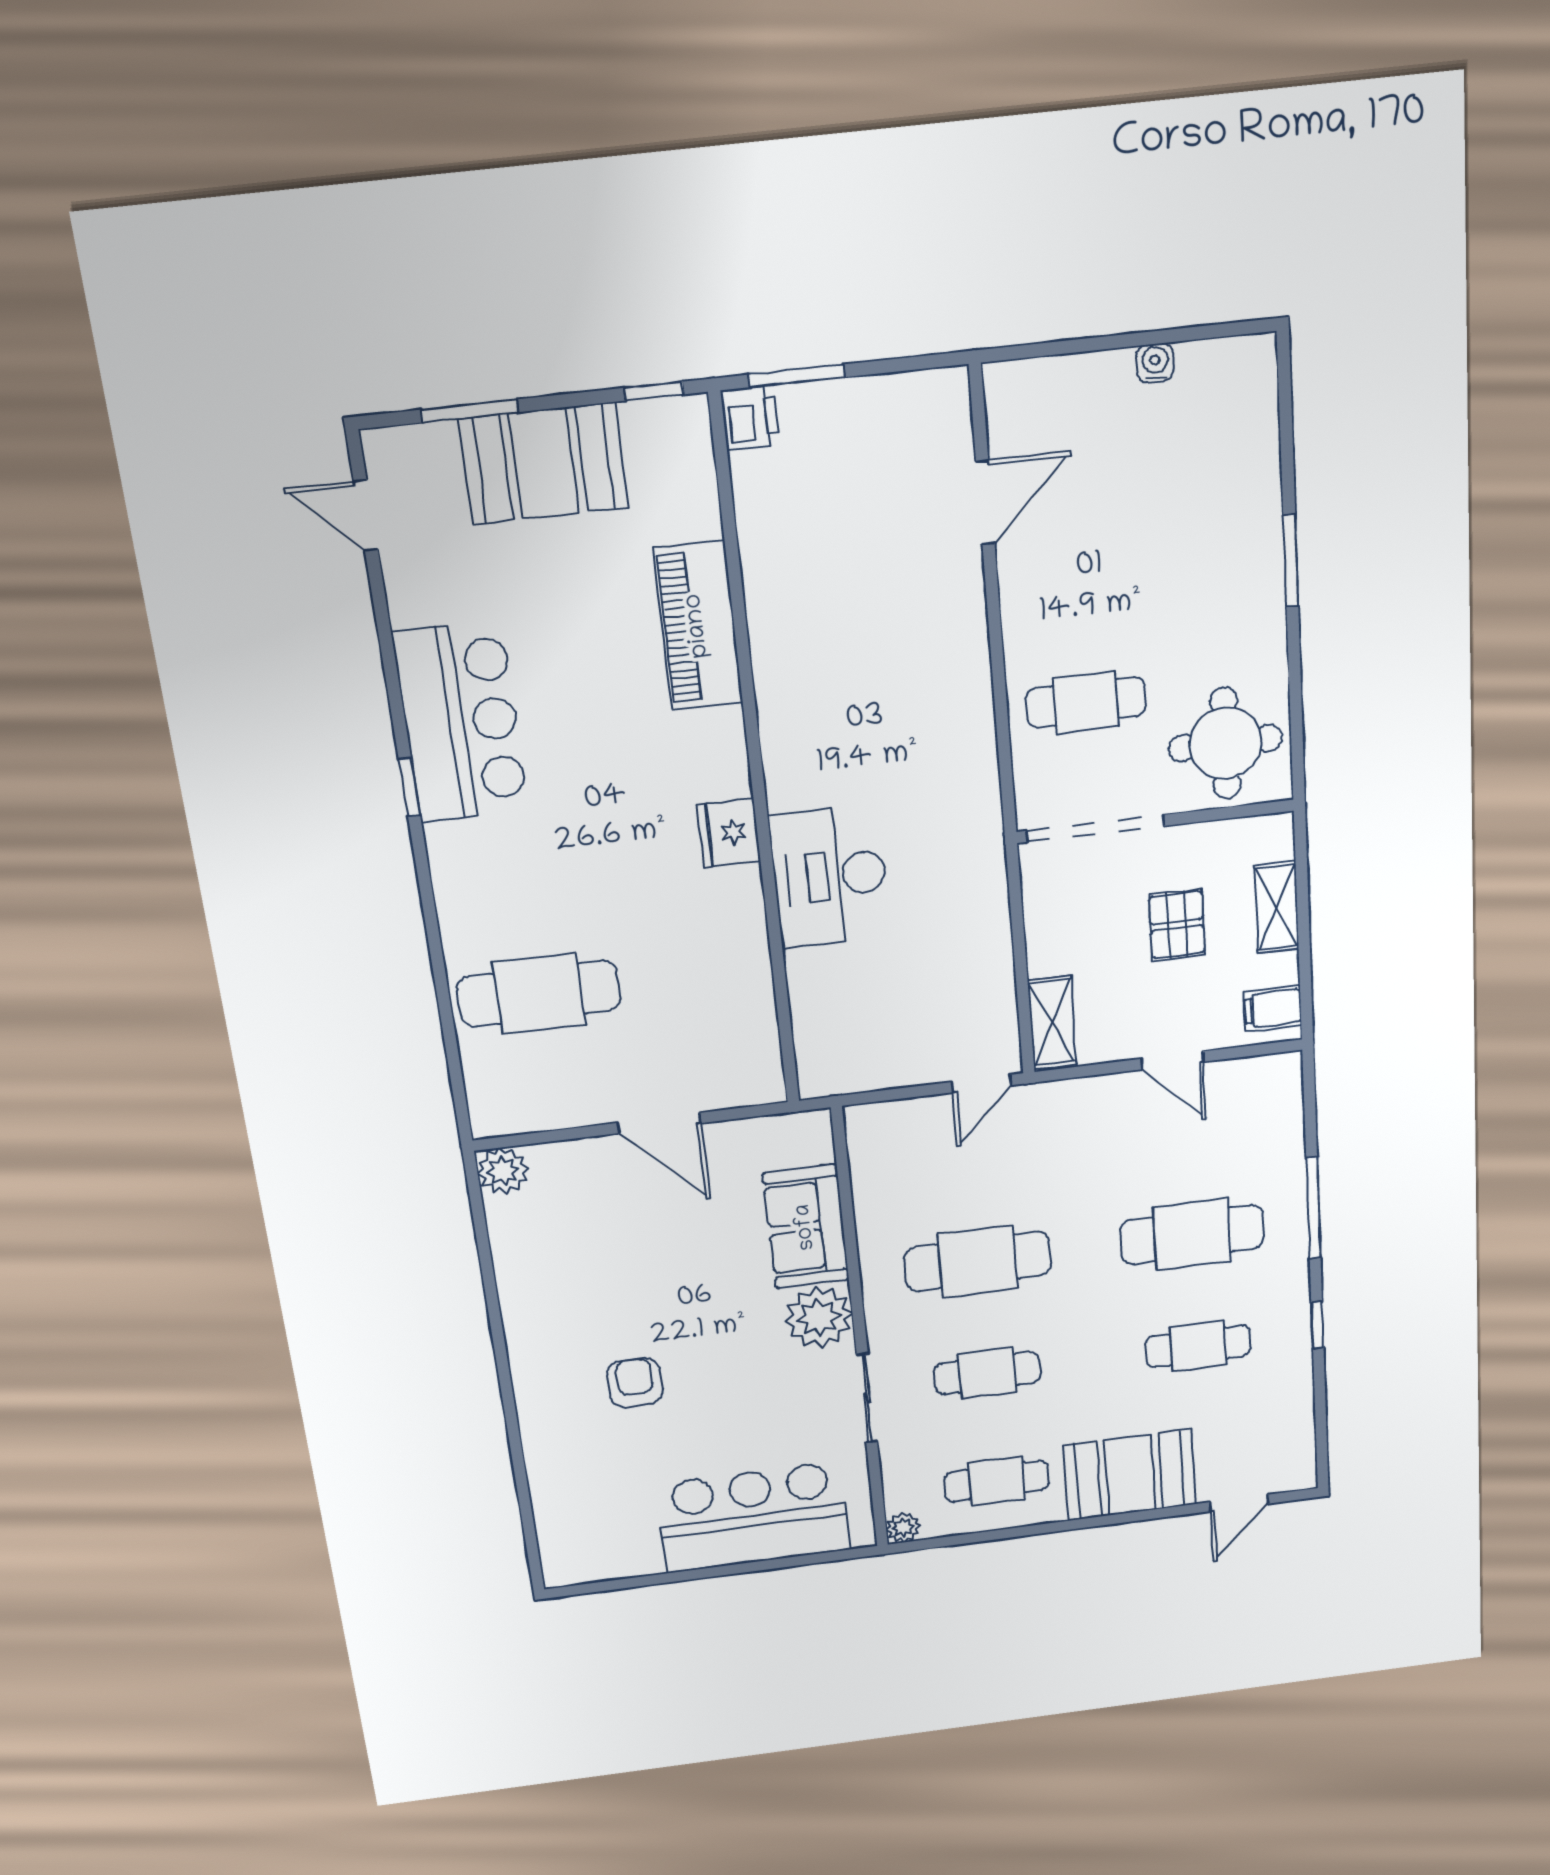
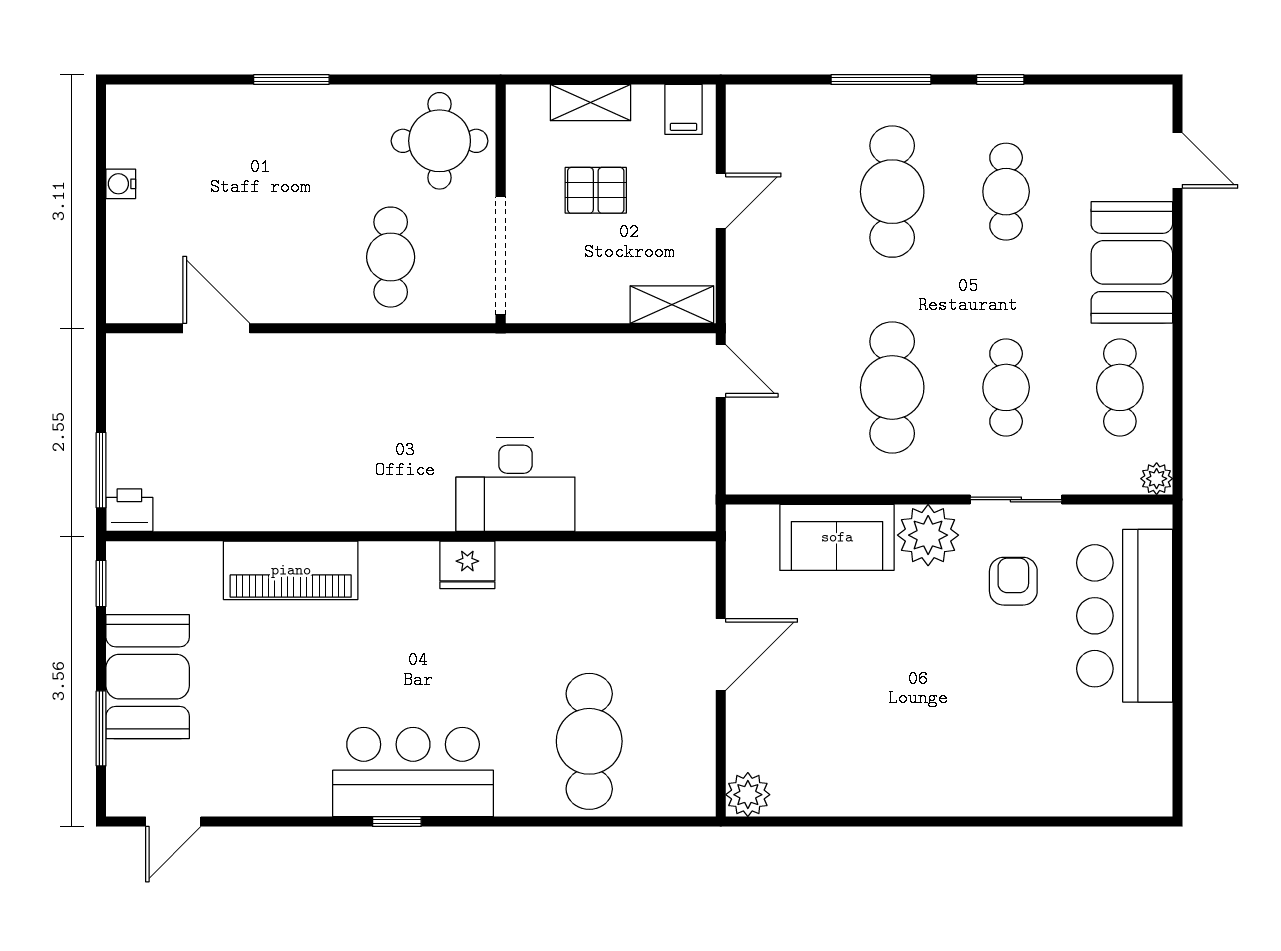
bar counter: (461, 722) -> (413, 772), moved
armchair: (635, 1383) -> (1013, 581), moved, turned 90

